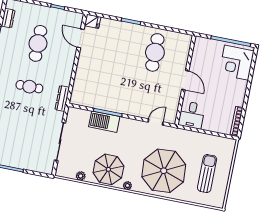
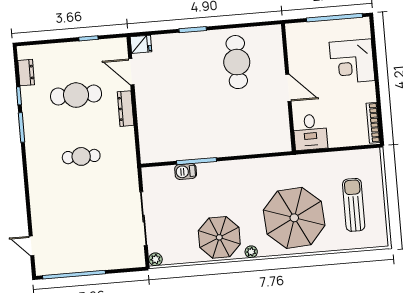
cafe table: (38, 43) -> (76, 95), turned 90
corner desk: (237, 63) -> (352, 61), moved
dresser: (62, 98) -> (126, 109), moved
barbecue: (104, 122) -> (186, 172), width x0.53, depth x0.65
door: (156, 122) -> (264, 155), removed
plant: (81, 176) -> (156, 259), moved

